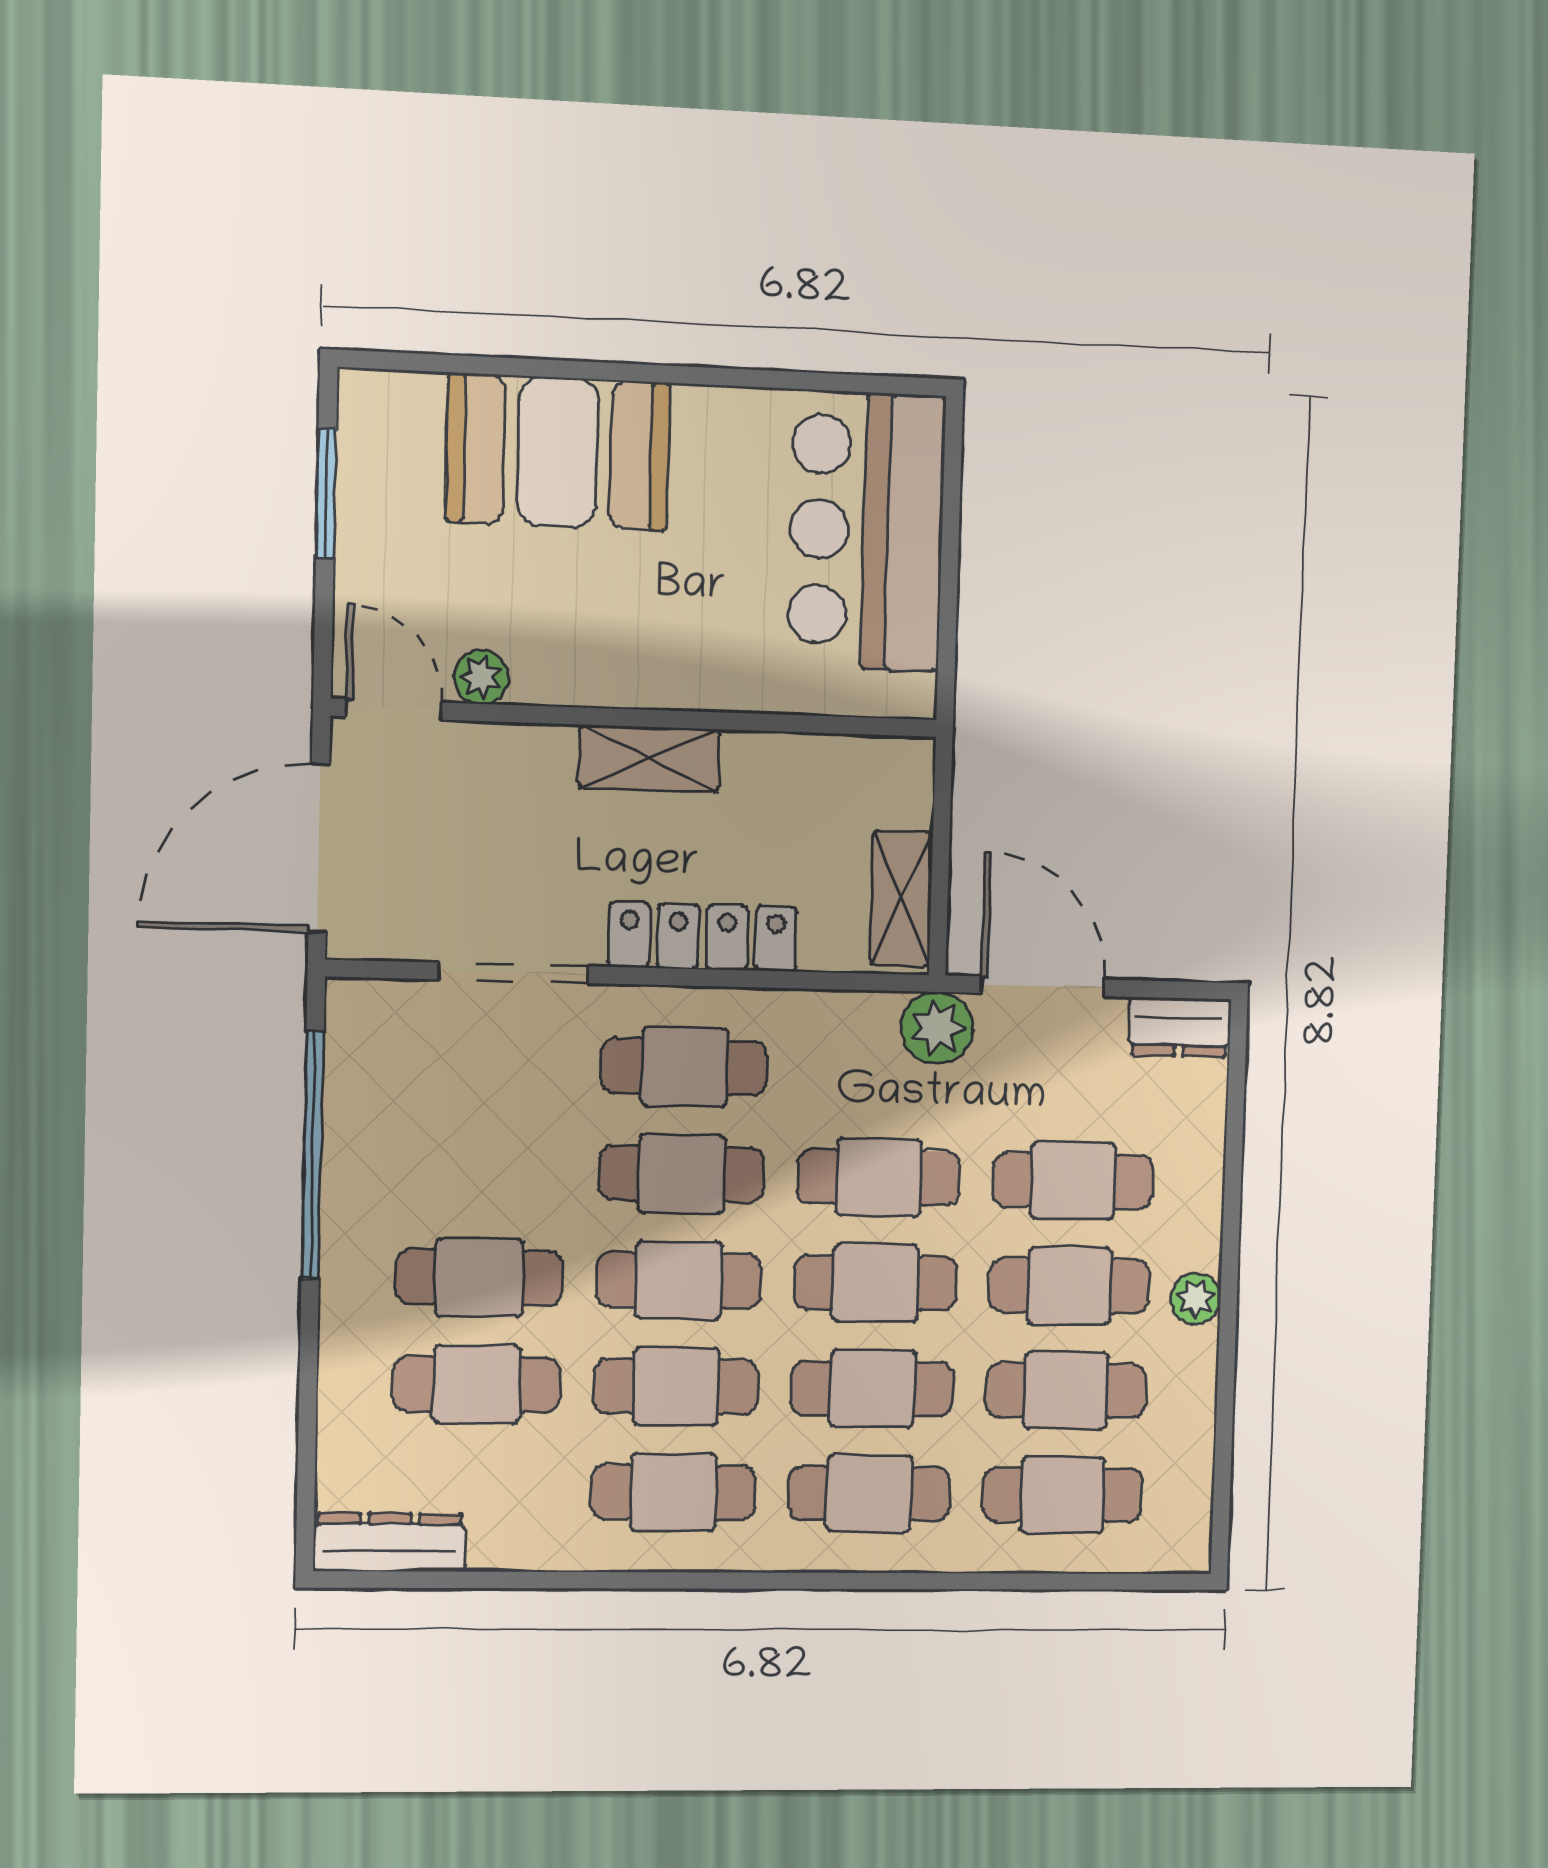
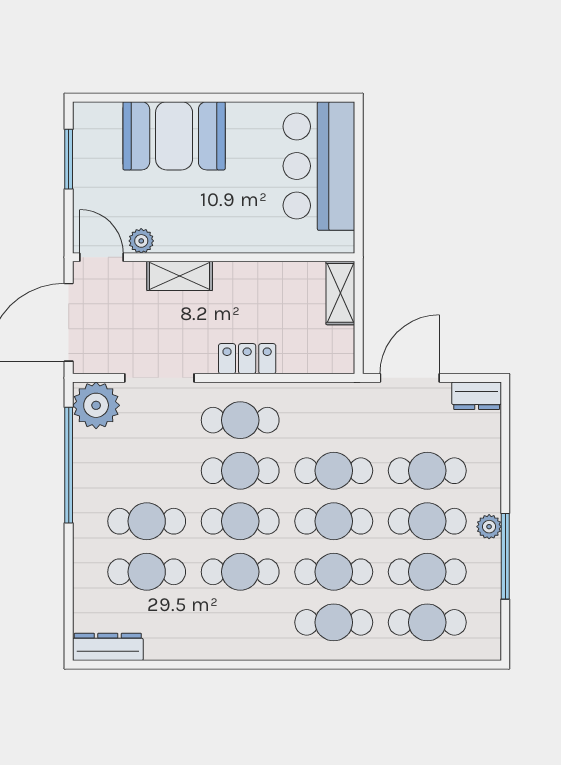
shelving: (649, 758) -> (180, 276), moved
shelving: (901, 898) -> (340, 293), moved
locker: (703, 937) -> (247, 359), width x0.66
door: (1043, 986) -> (410, 378), hinge flipped
plant: (937, 1028) -> (96, 405), moved, width x1.36, depth x1.36
window: (1227, 1360) -> (505, 556), added
cafe table: (673, 1492) -> (240, 622), removed

